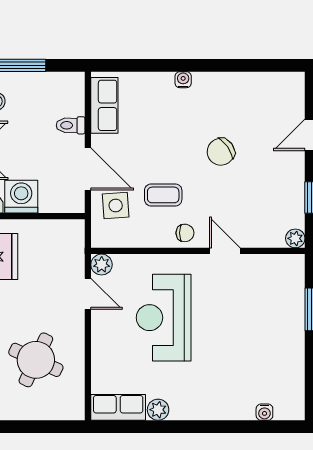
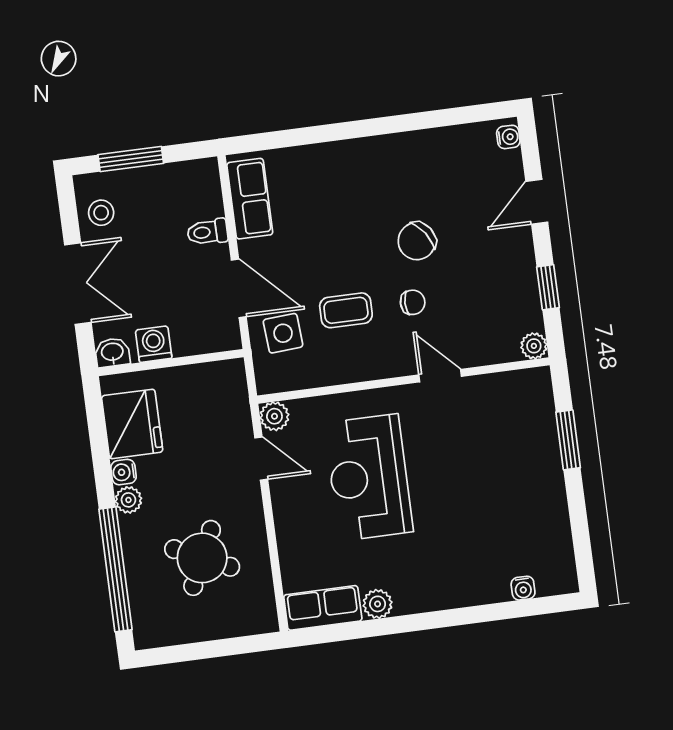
water cooler: (183, 80) -> (508, 137), moved, turned 90
washing machine: (21, 197) -> (154, 344), width x0.73, depth x0.73
chair: (185, 233) -> (413, 302), moved

